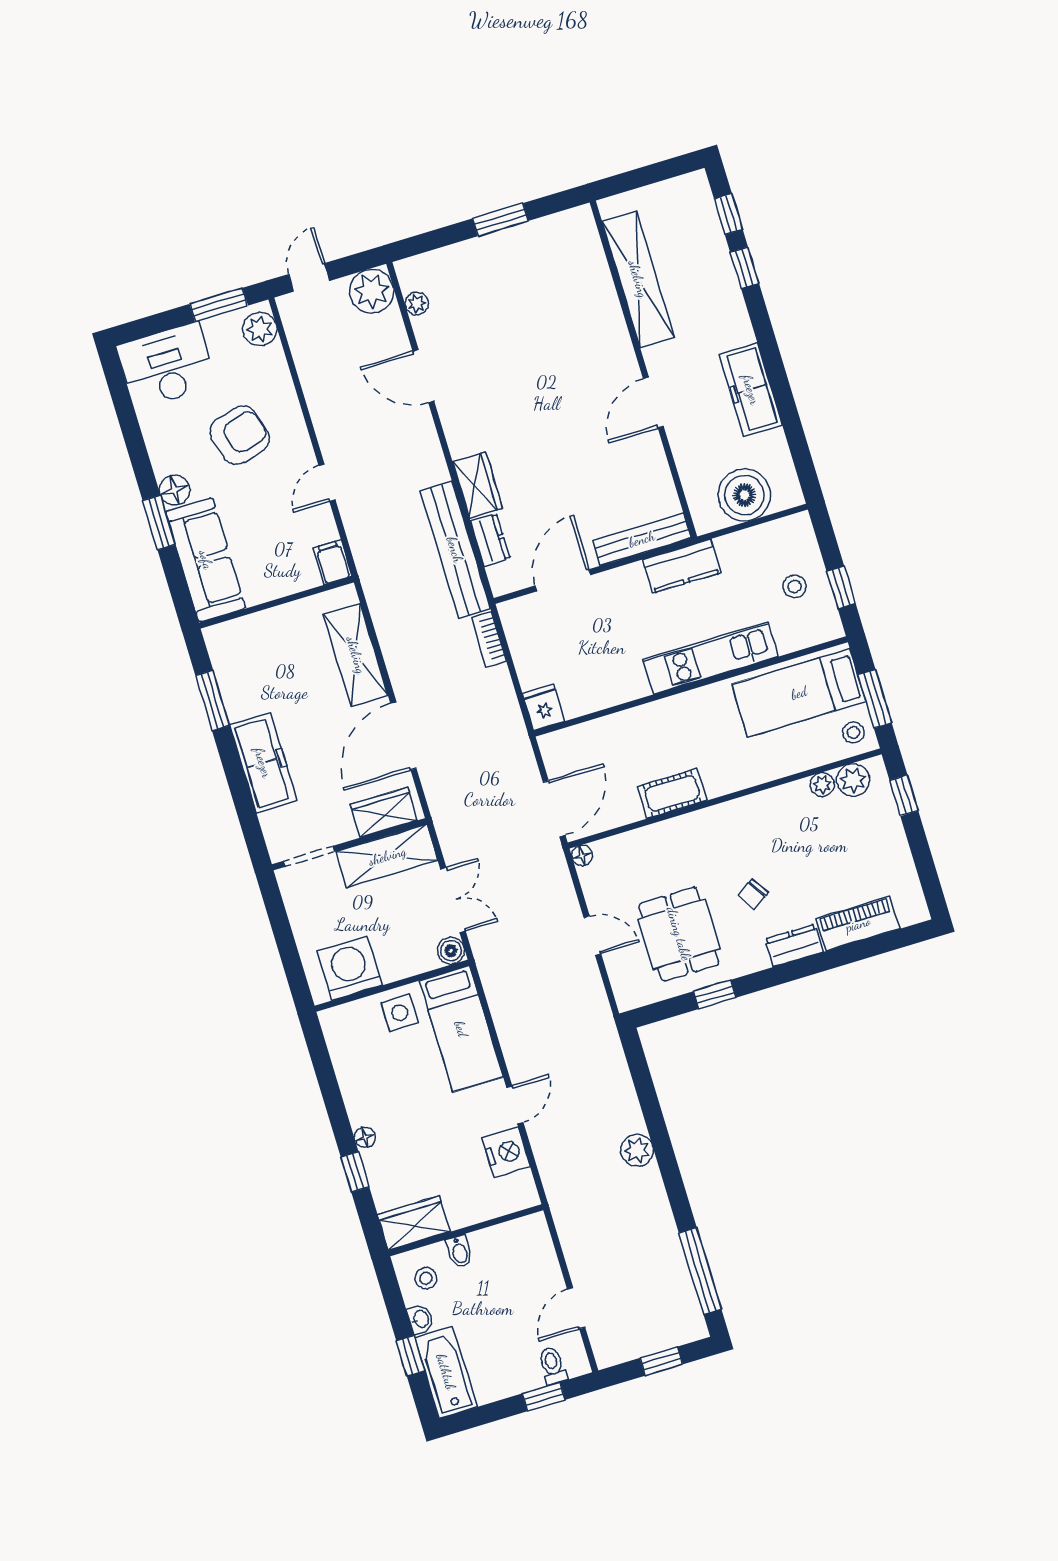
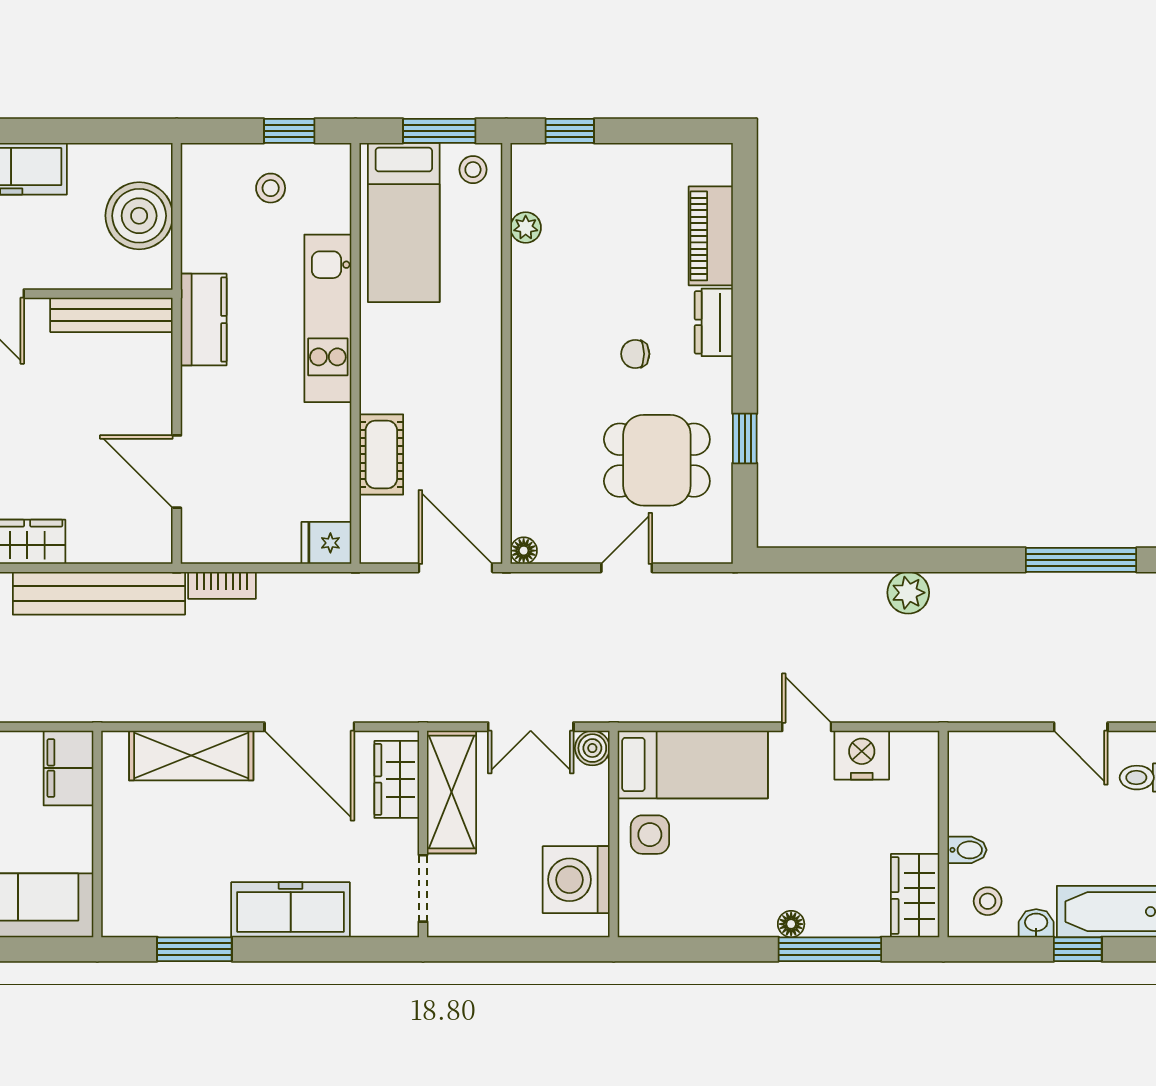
bench: (642, 539) -> (111, 315), moved, turned 90
dresser: (490, 540) -> (100, 546), removed
filing cabinet: (333, 562) -> (68, 768), width x2.00
plant: (853, 780) -> (532, 188), removed
cot: (672, 793) -> (381, 454), moved
chair: (753, 894) -> (635, 354), turned 123
double door: (453, 900) -> (531, 727), swing flipped
window: (355, 1172) -> (830, 949), width x2.17

